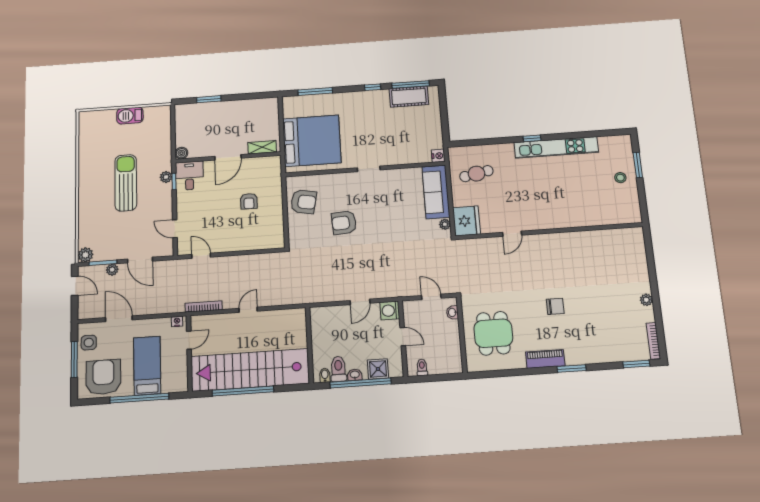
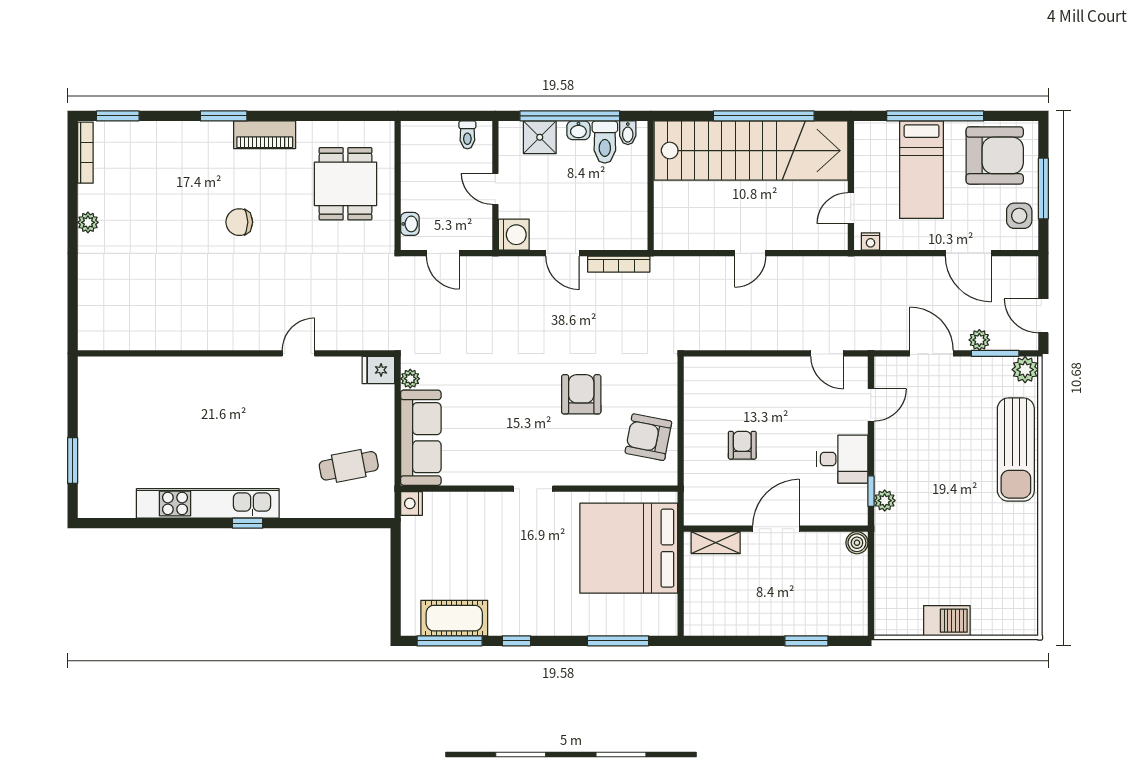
desk: (189, 176) -> (842, 459), moved, turned -90
stool: (620, 178) -> (105, 440), removed
sun lounger: (126, 183) -> (1016, 450), moved
fridge: (467, 221) -> (378, 370), width x0.53, depth x0.75
armchair: (344, 223) -> (581, 394), turned -86
door: (175, 229) -> (871, 405), hinge flipped
door: (360, 302) -> (562, 253), swing flipped
bookcase: (204, 306) -> (619, 264), moved
armchair: (103, 377) -> (995, 155), turned -90

